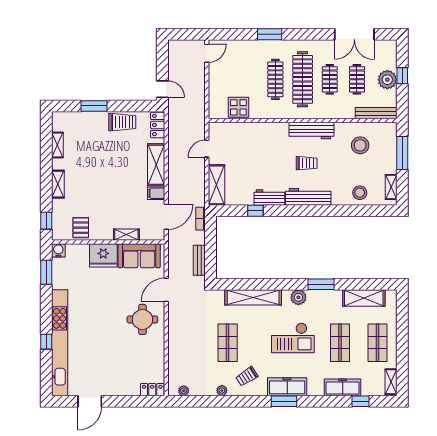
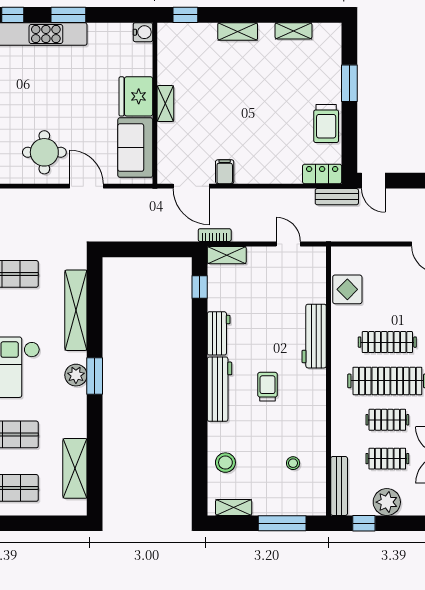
window: (402, 76) -> (364, 523), moved
door: (162, 89) -> (373, 181), hinge flipped
workbench: (312, 131) -> (314, 336), moved
stool: (360, 145) -> (293, 463), width x0.53, depth x0.53
trolley: (307, 163) -> (268, 387), turned 180
shelving: (156, 165) -> (265, 172), removed
shelving: (216, 185) -> (227, 255), width x0.67, depth x0.75
window: (255, 211) -> (200, 287), moved
bookcase: (200, 219) -> (215, 235), moved
pallet: (81, 228) -> (176, 64), removed
shelving: (126, 235) -> (165, 104), moved
bench: (199, 260) -> (337, 197), moved
window: (46, 272) -> (68, 15), moved
window: (321, 284) -> (95, 376), moved

